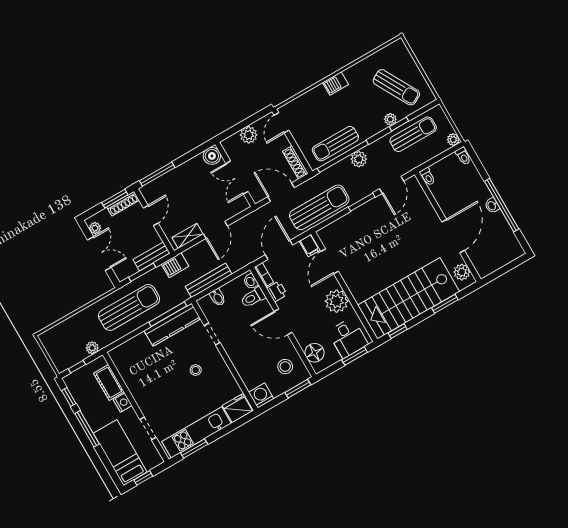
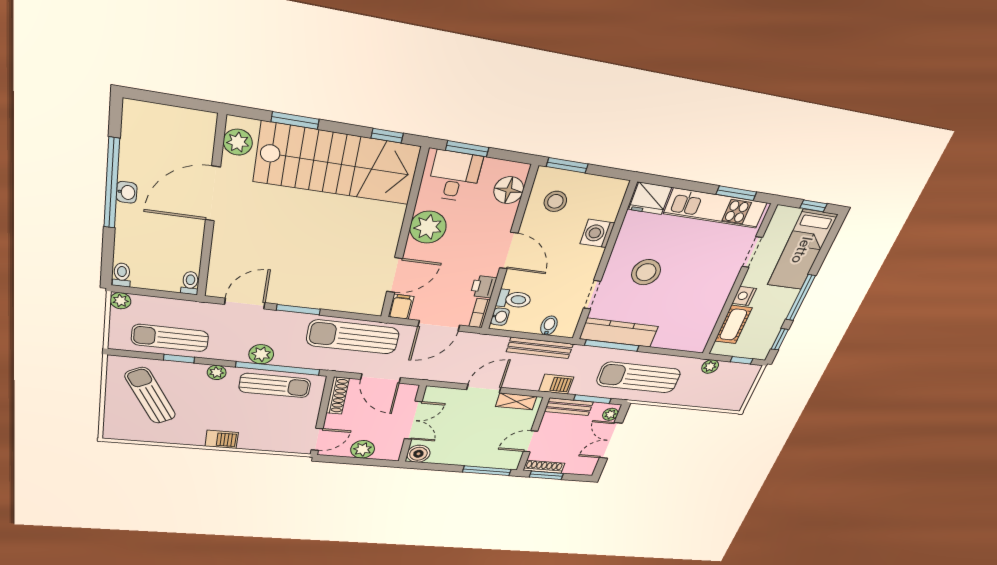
plant: (390, 119) -> (217, 372), moved
plant: (95, 228) -> (610, 414), moved
stool: (196, 370) -> (646, 272), width x1.89, depth x1.89
washing machine: (261, 395) -> (597, 233), moved, turned 90

